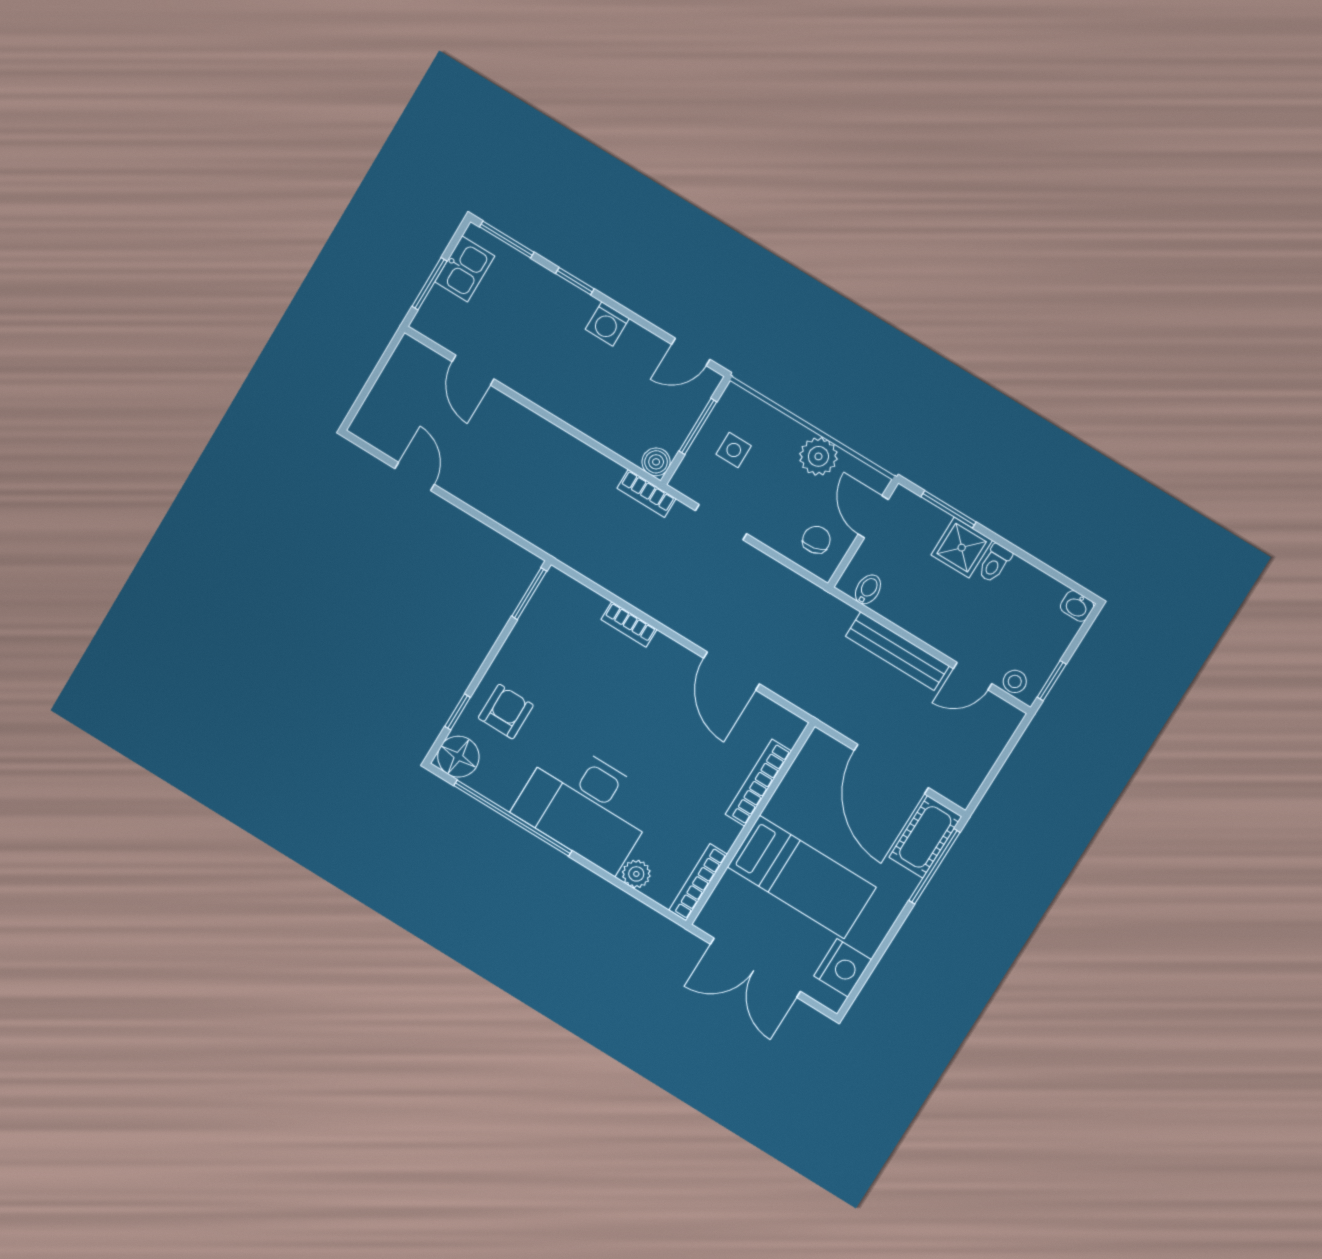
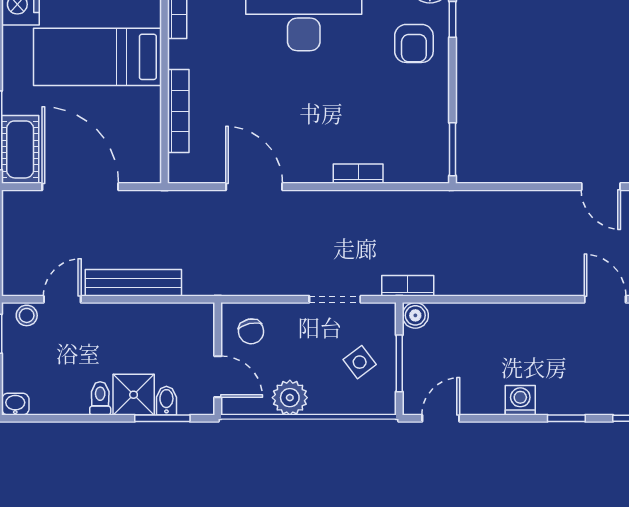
side table: (734, 450) -> (360, 362), turned -37
bidet: (868, 589) -> (166, 401), moved, turned 180

